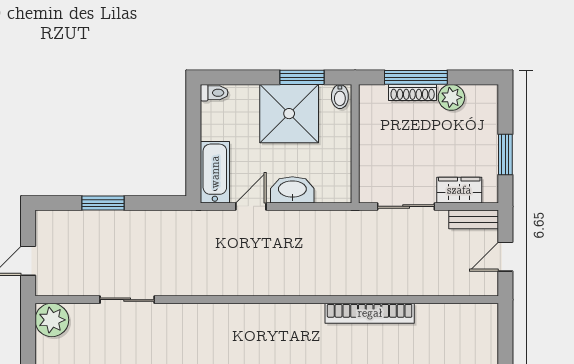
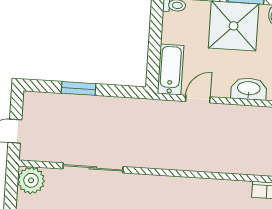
washbasin: (292, 190) -> (249, 89), moved
sliding door: (127, 300) -> (93, 168), width x1.37

